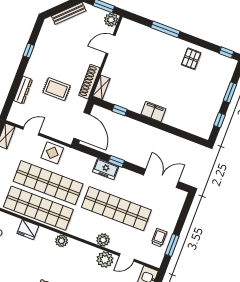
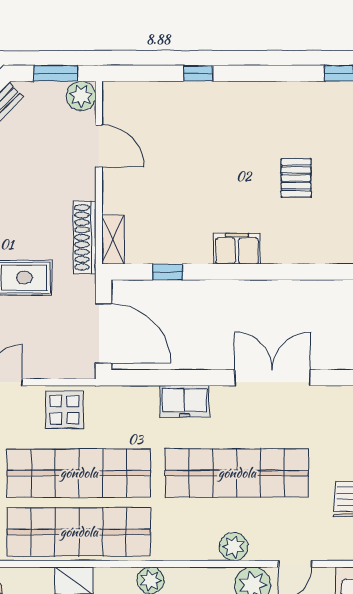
window: (165, 29) -> (198, 73), width x0.46
door: (111, 44) -> (99, 146), swing flipped
pallet: (191, 59) -> (296, 178), moved
window: (116, 161) -> (200, 378), removed
double door: (161, 178) -> (272, 378), moved

